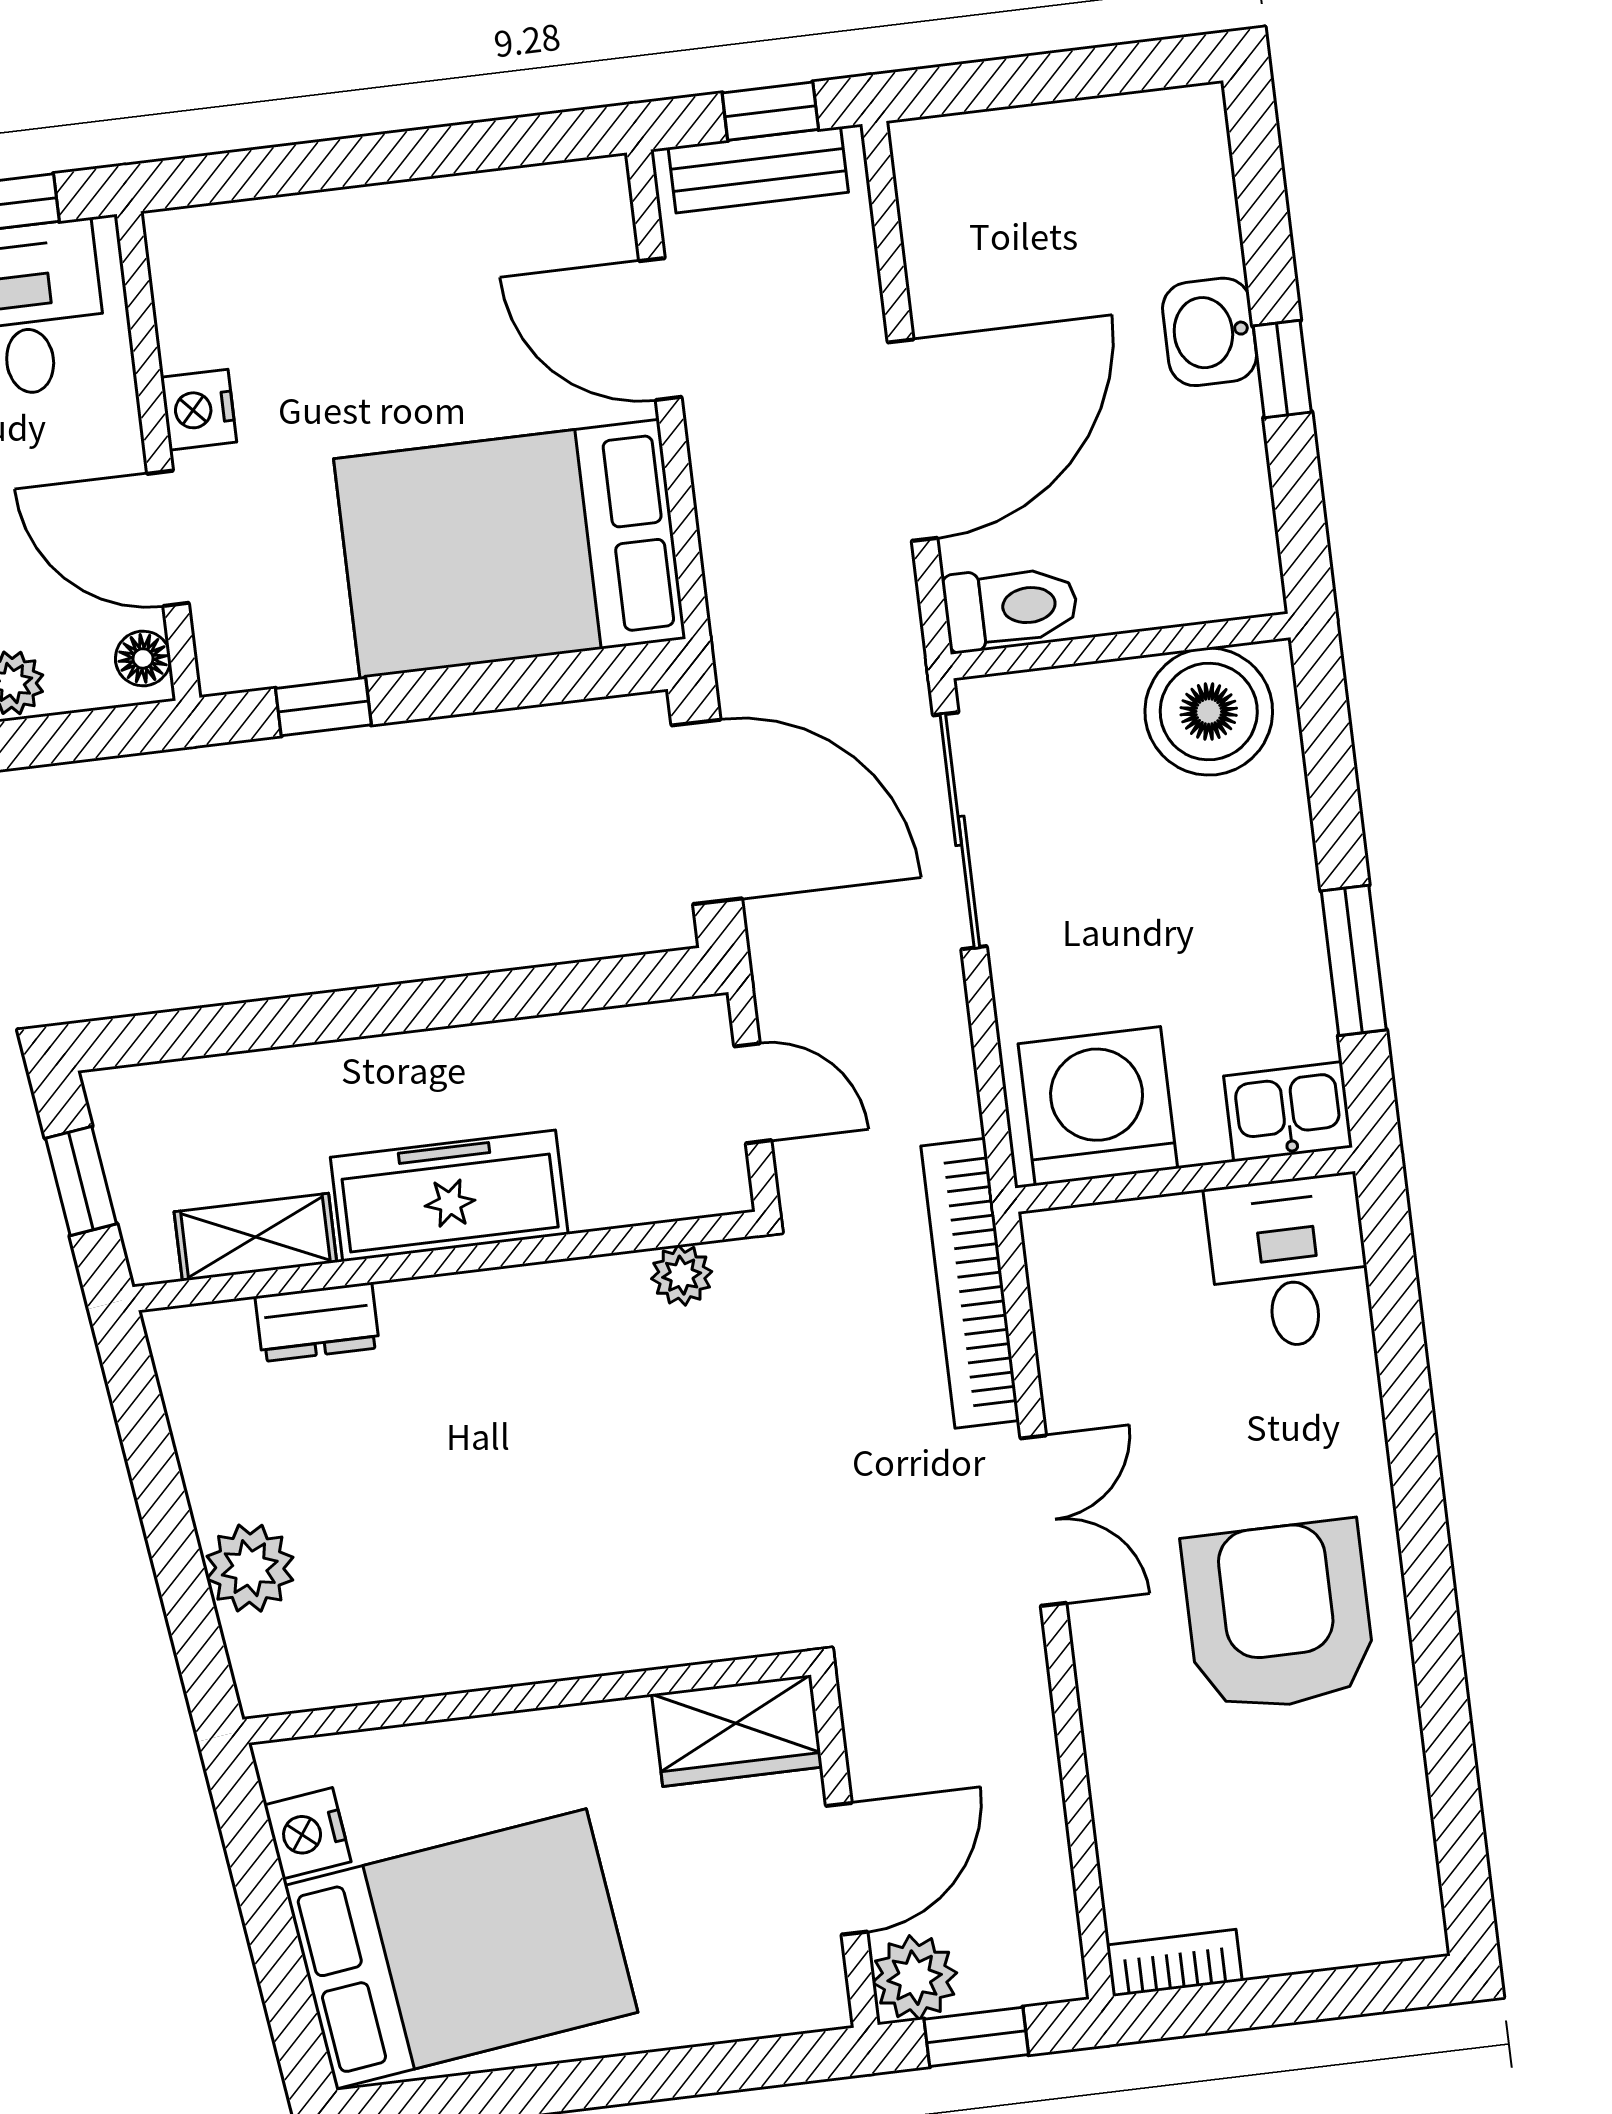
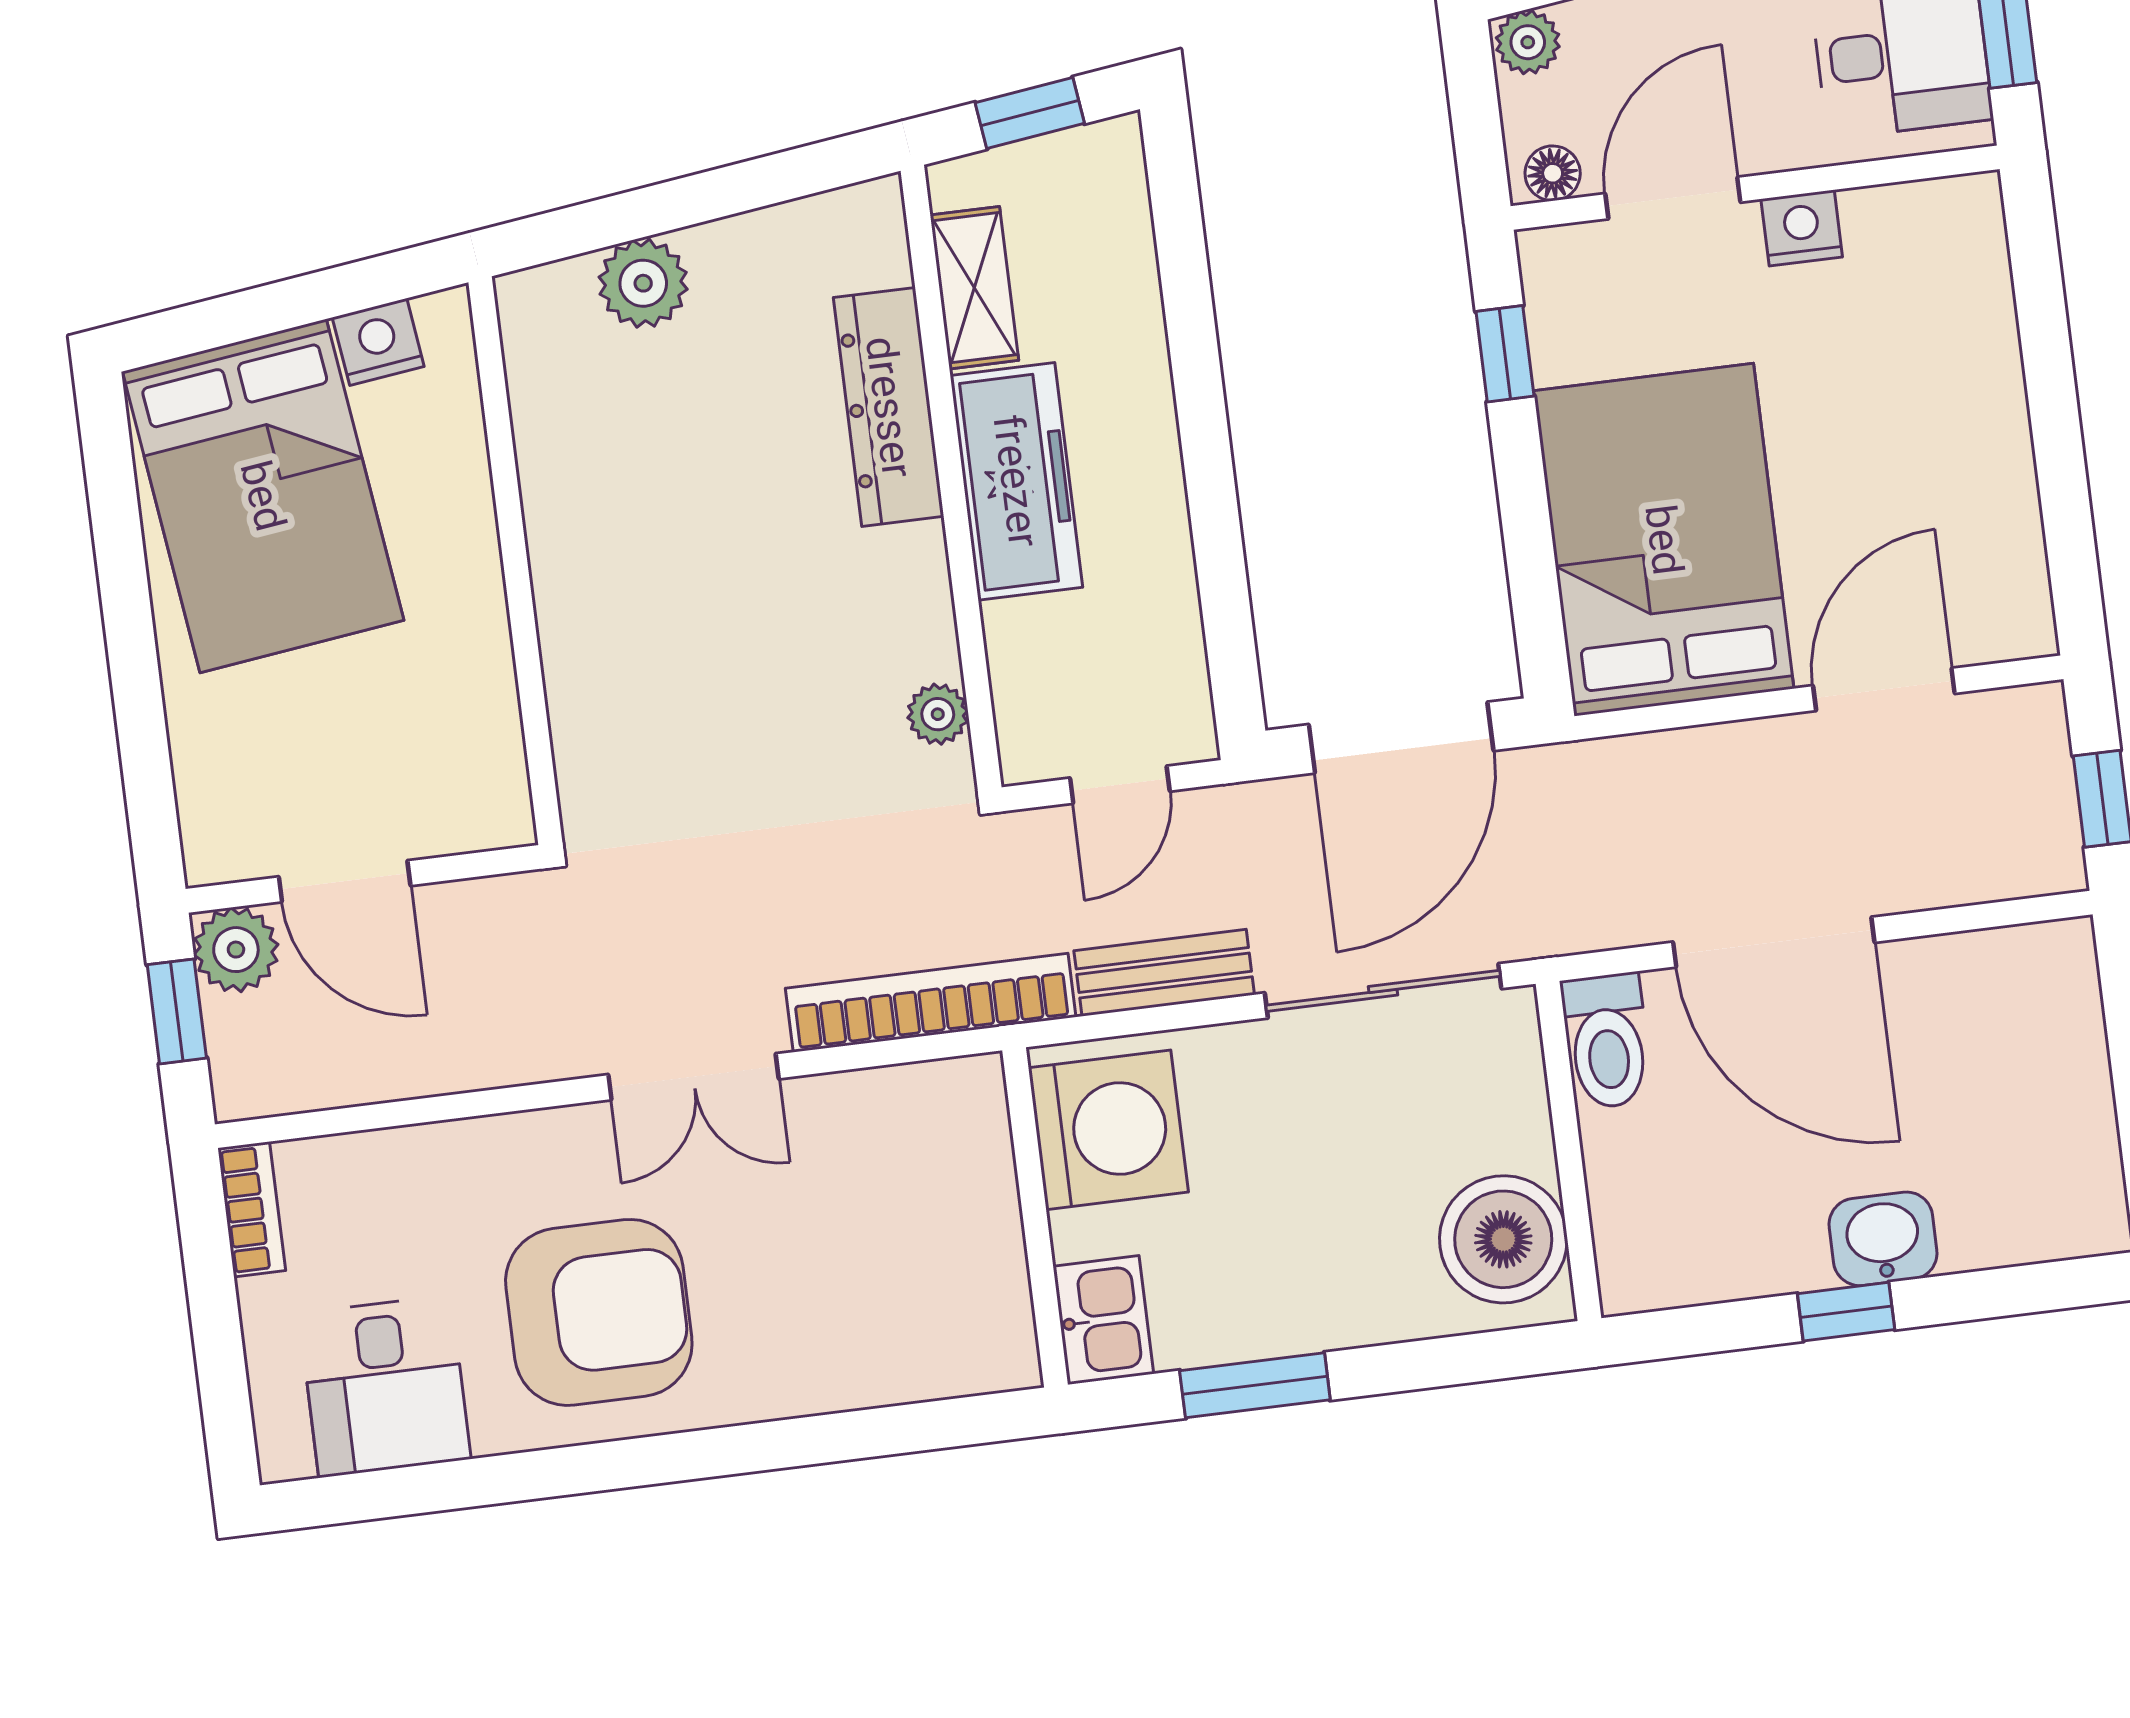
bench: (758, 170) -> (1164, 973), moved, turned 90
desk: (1289, 1262) -> (385, 1386), moved, turned 90
dresser: (317, 1322) -> (889, 407), width x1.96, depth x1.24
wardrobe: (737, 1731) -> (482, 771), removed

